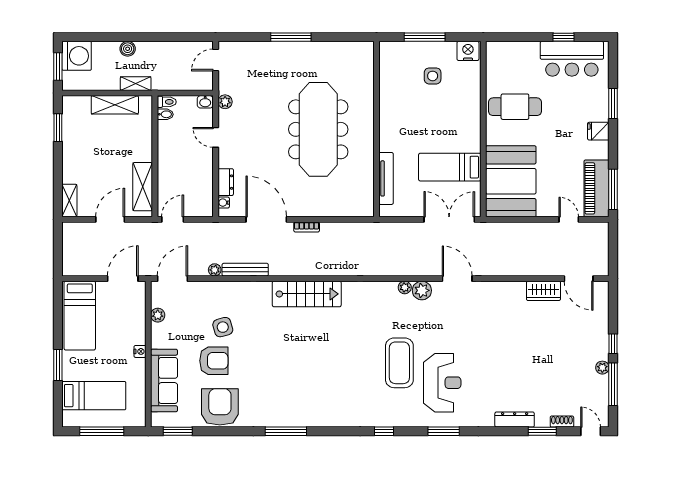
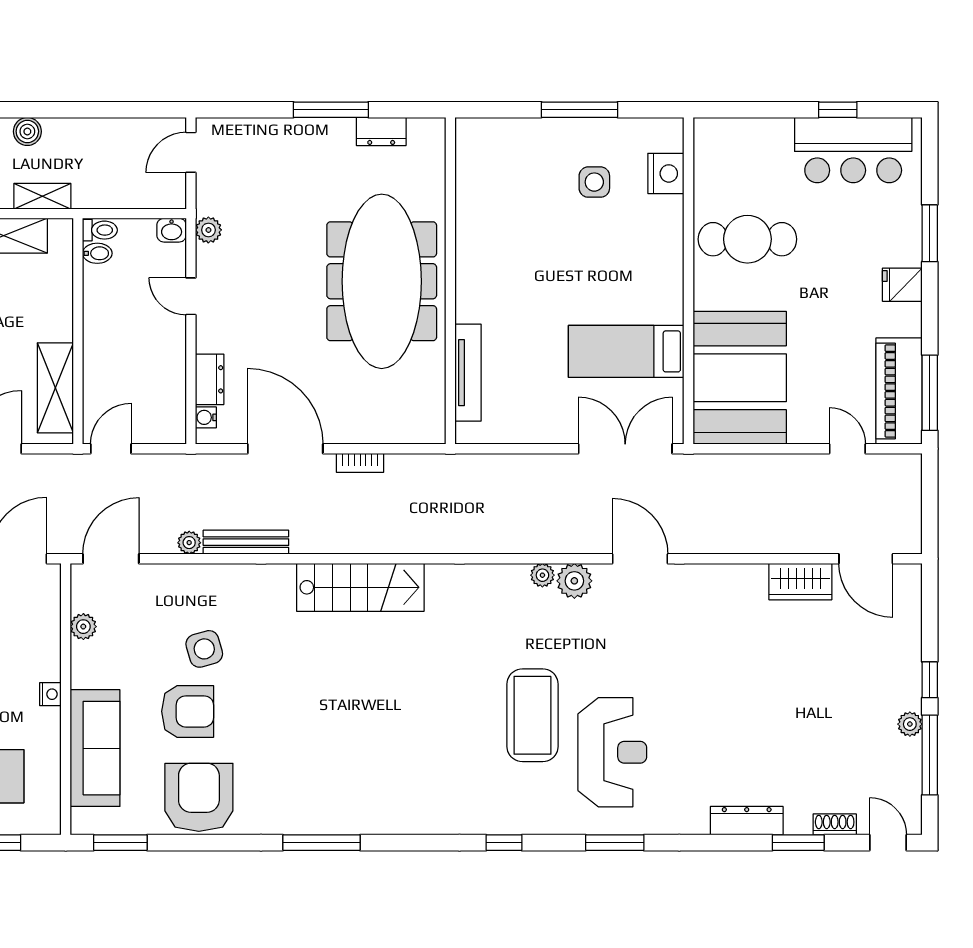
dresser: (318, 49) -> (381, 132), added
nightstand: (468, 51) -> (666, 173), moved, turned 90
wall: (377, 129) -> (450, 281), moved
tv unit: (386, 178) -> (468, 373), moved

